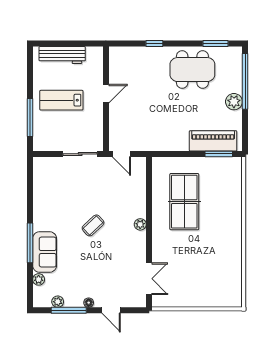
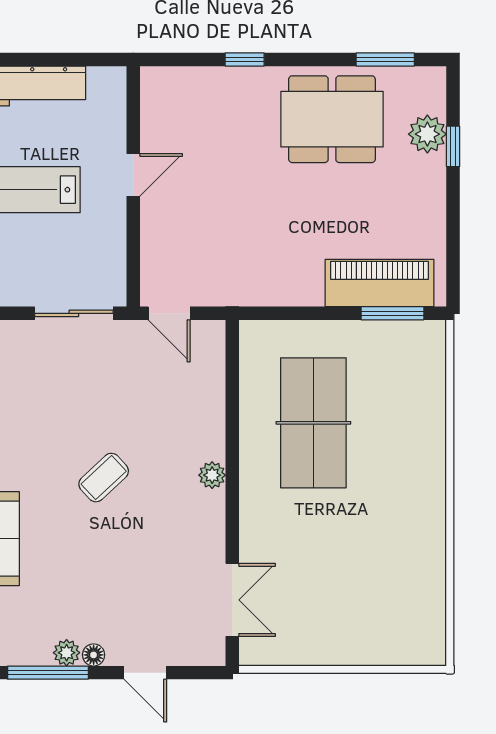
window: (245, 81) -> (453, 146), width x0.32
plant: (234, 102) -> (427, 134), moved
plant: (58, 302) -> (67, 653), moved

